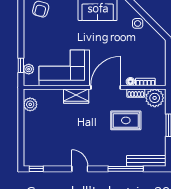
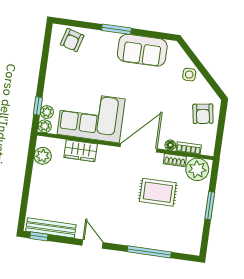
armchair: (153, 53) -> (203, 114), added
plant: (29, 81) -> (45, 126), added
wardrobe: (76, 96) -> (81, 151), moved
bench: (146, 161) -> (51, 228), moved

